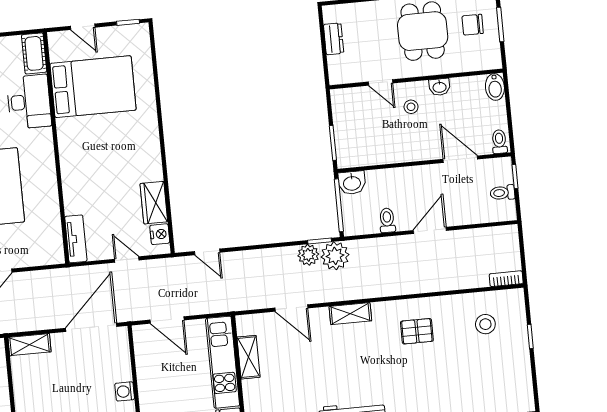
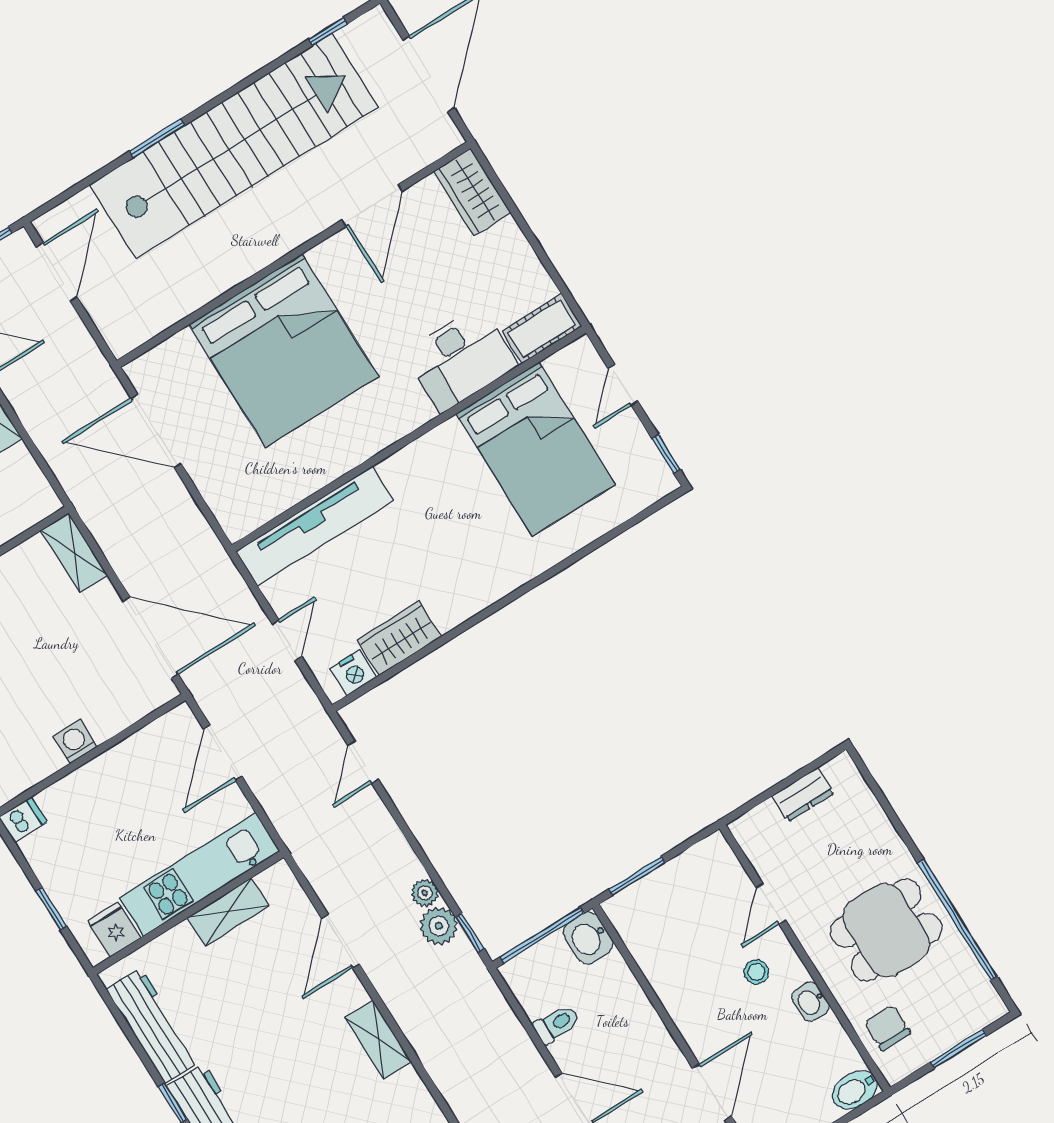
chair: (473, 25) -> (887, 1028), moved
tv unit: (76, 239) -> (314, 526), width x1.92, depth x1.29
plant: (335, 256) -> (425, 893), moved, width x0.53, depth x0.53

